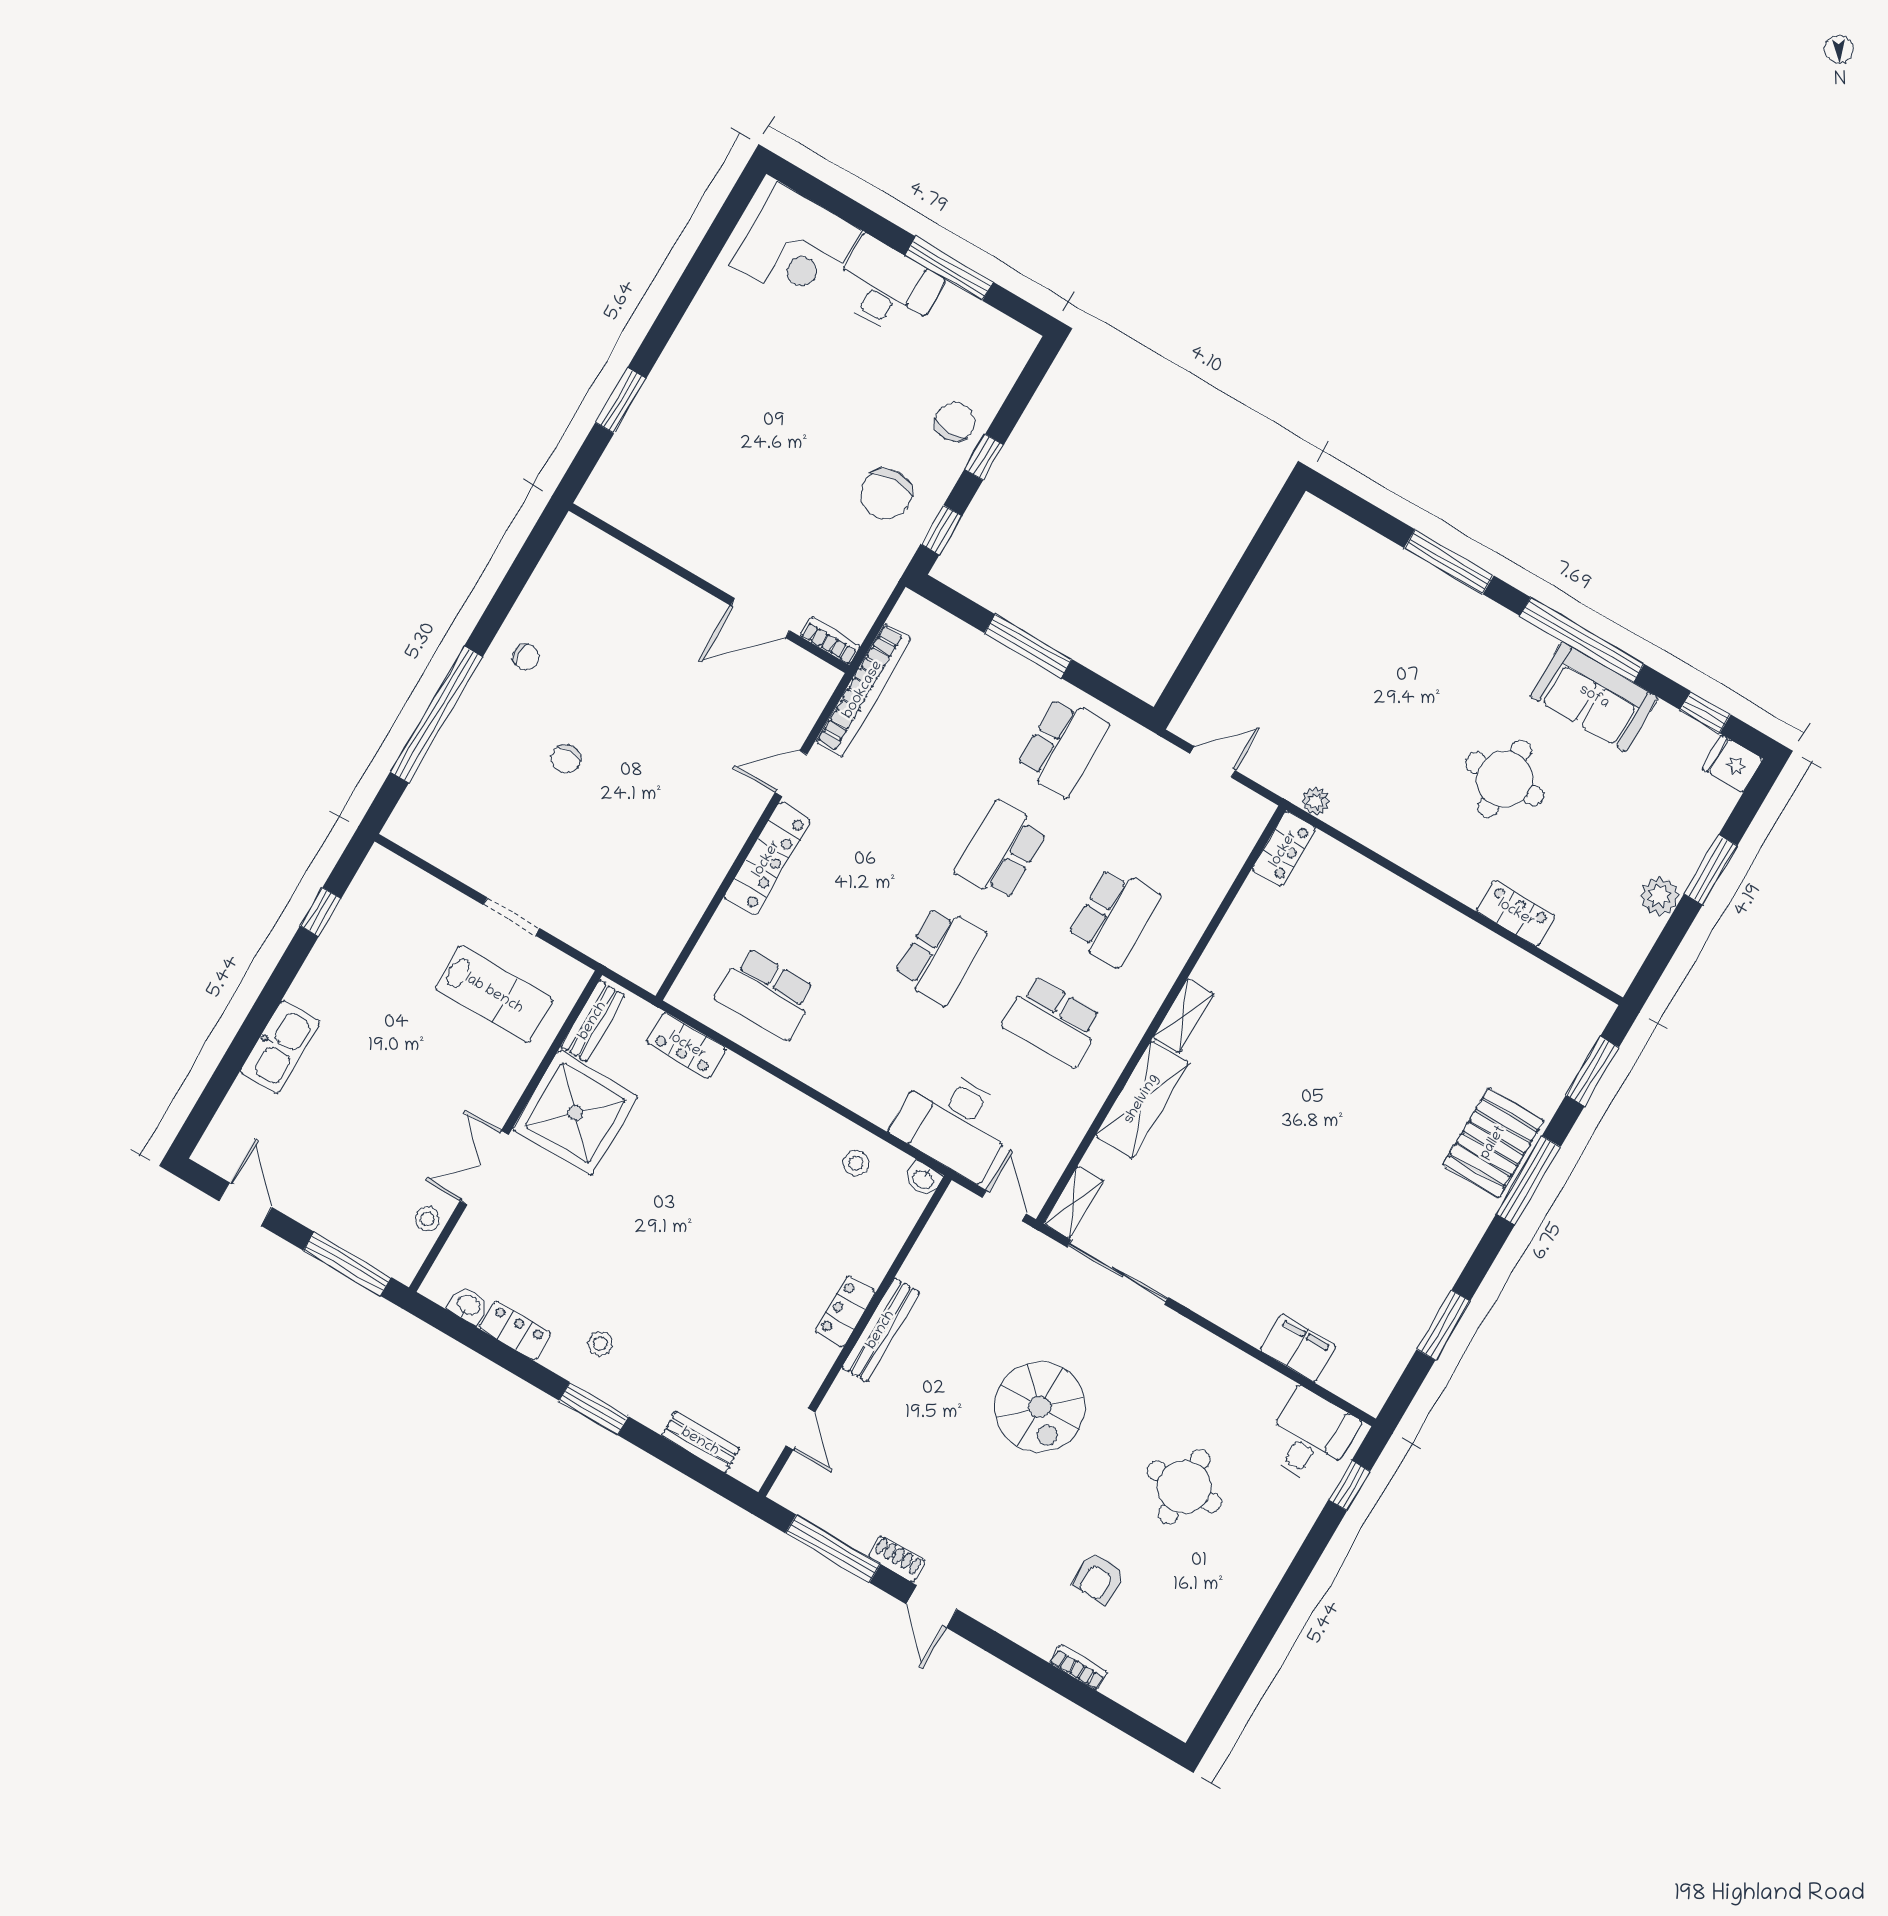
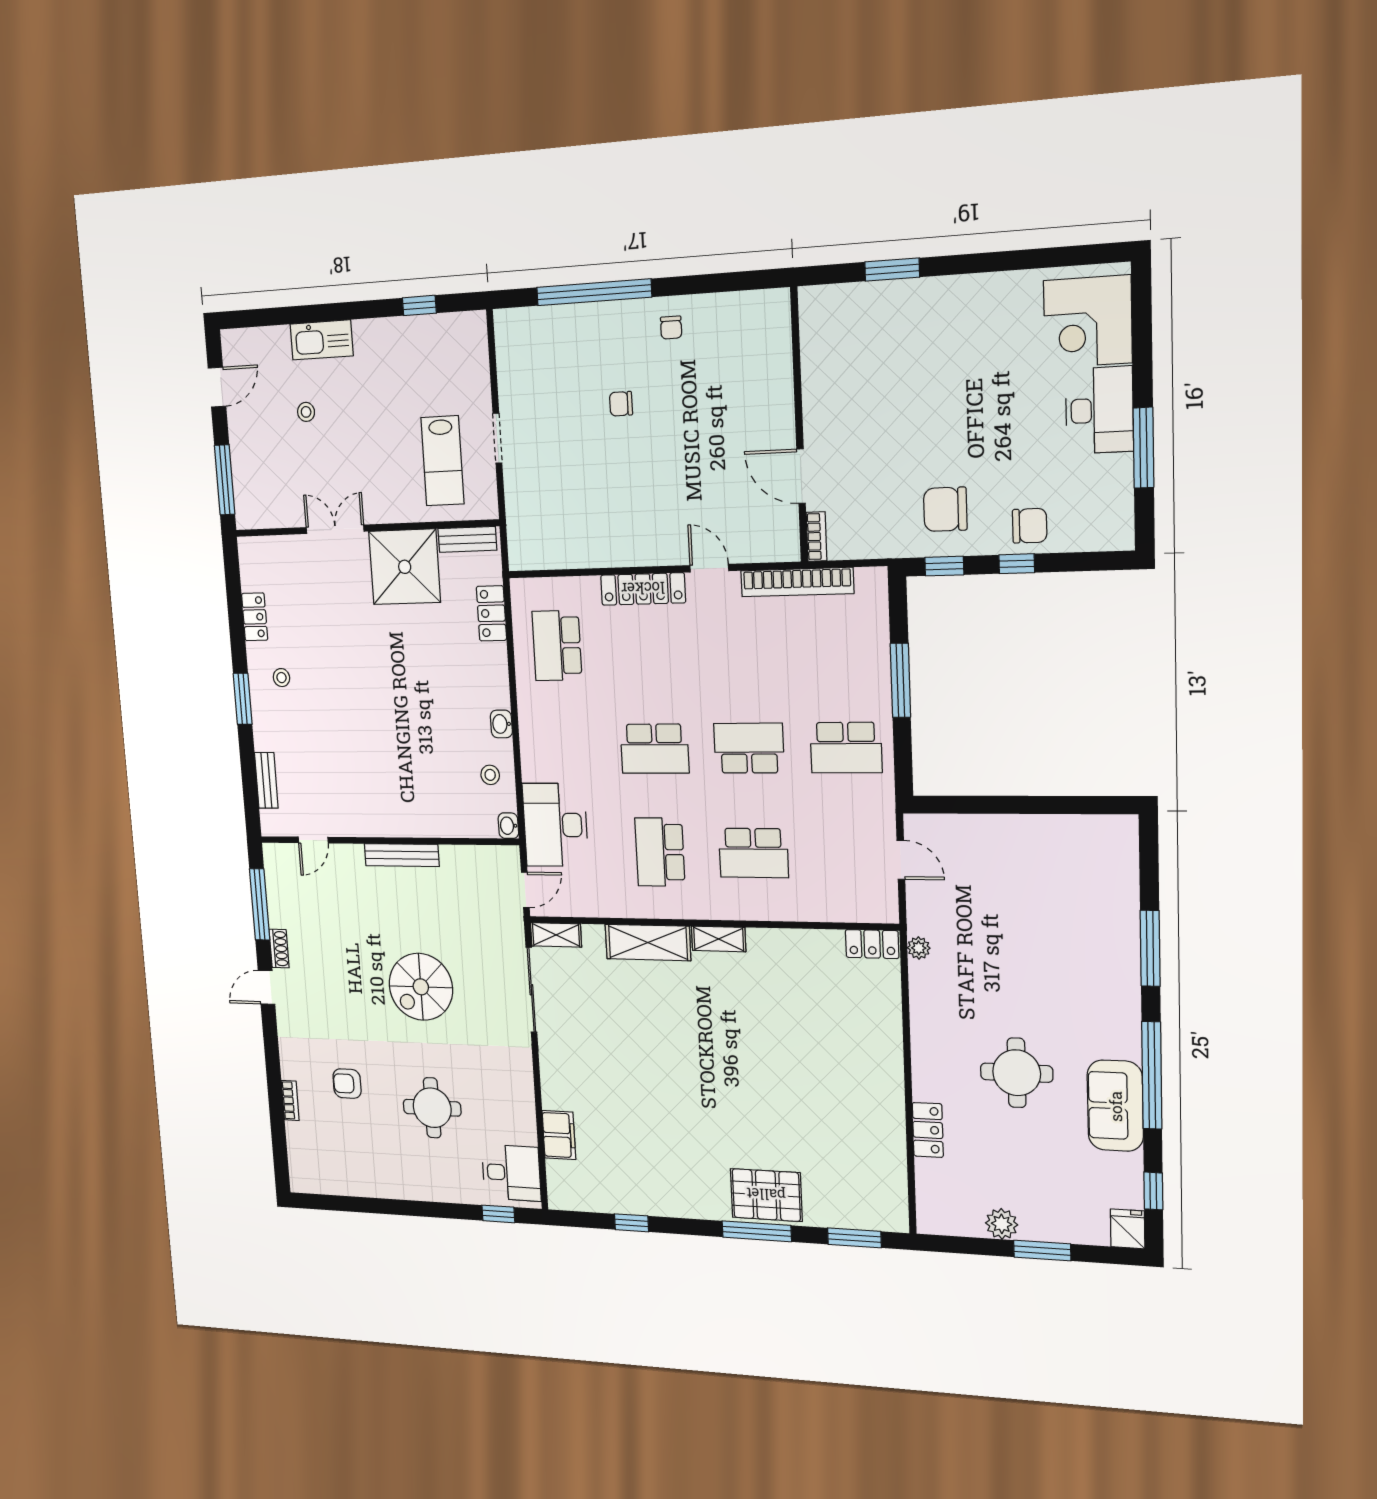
stool: (427, 1219) -> (306, 412), moved
washbasin: (468, 1306) -> (501, 724), moved, turned 180
locker: (845, 1311) -> (398, 825), removed
window: (1443, 1325) -> (631, 1223), width x0.67

